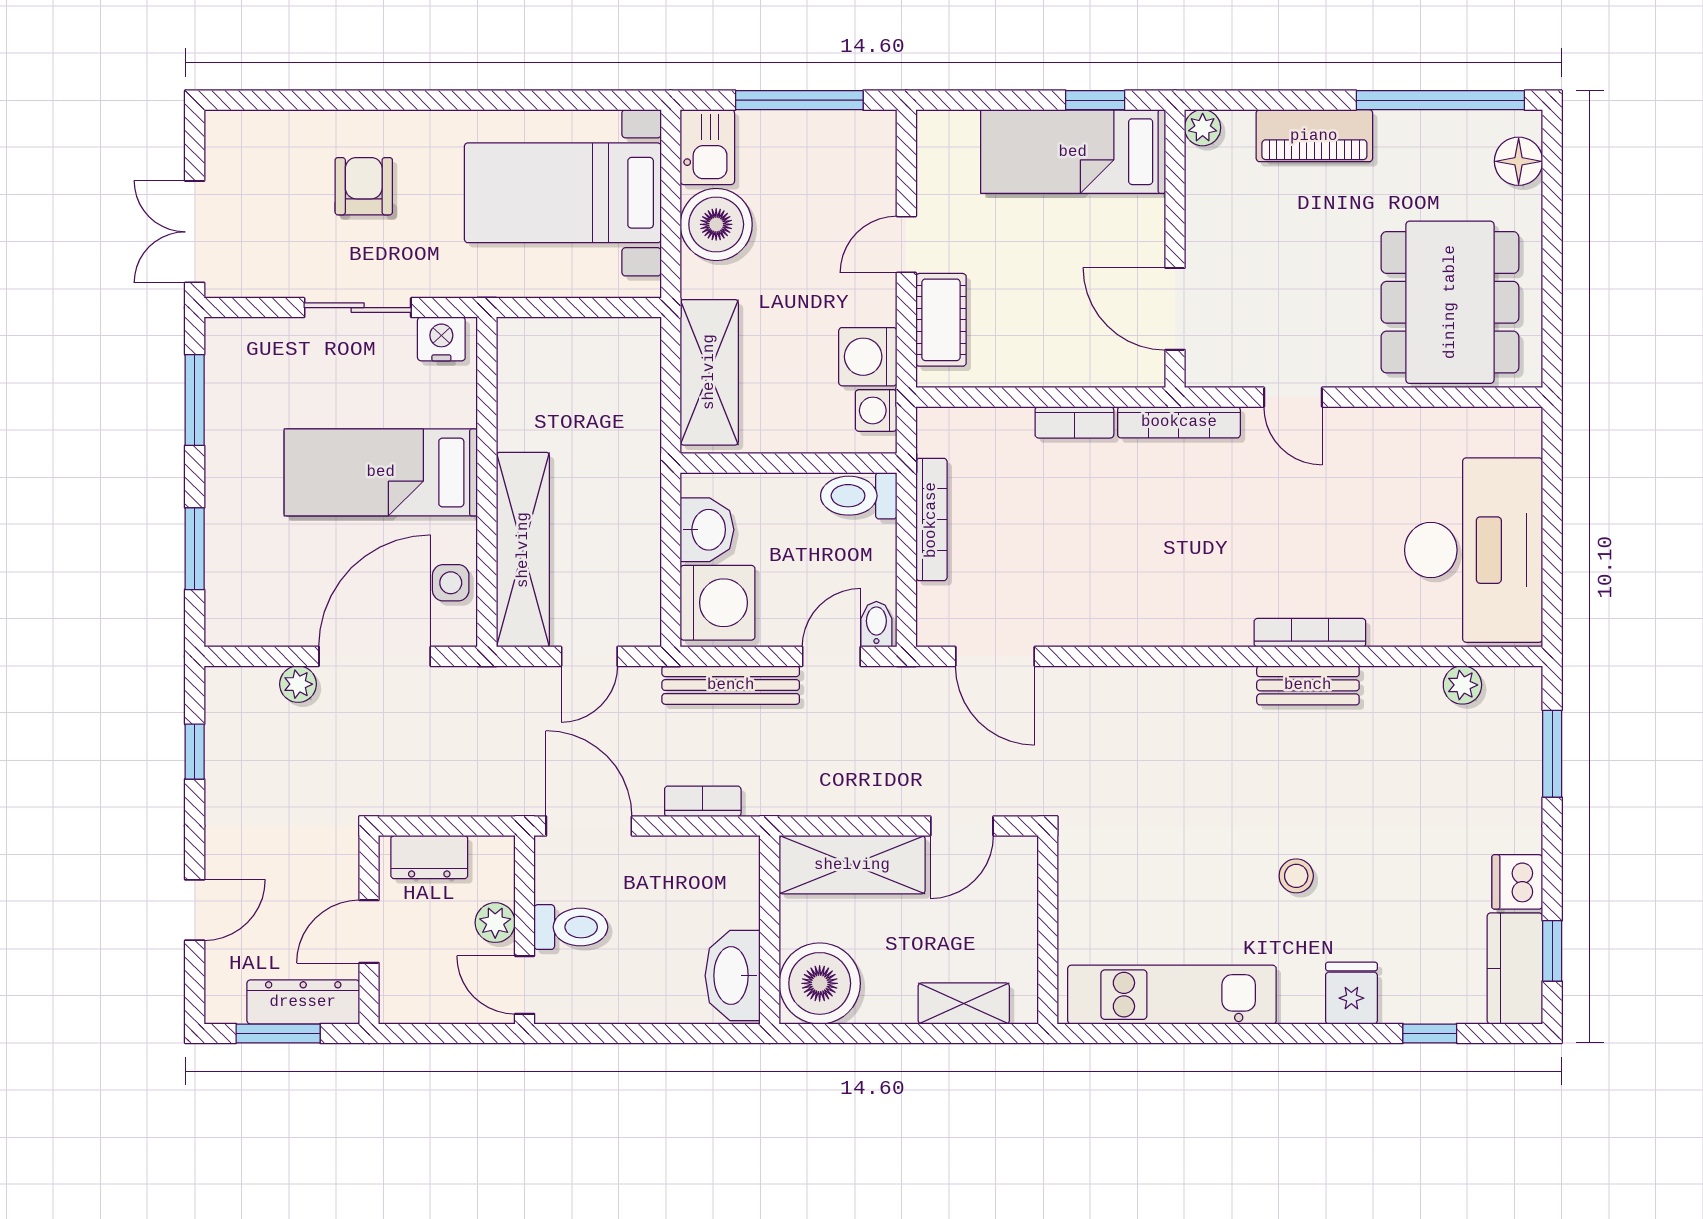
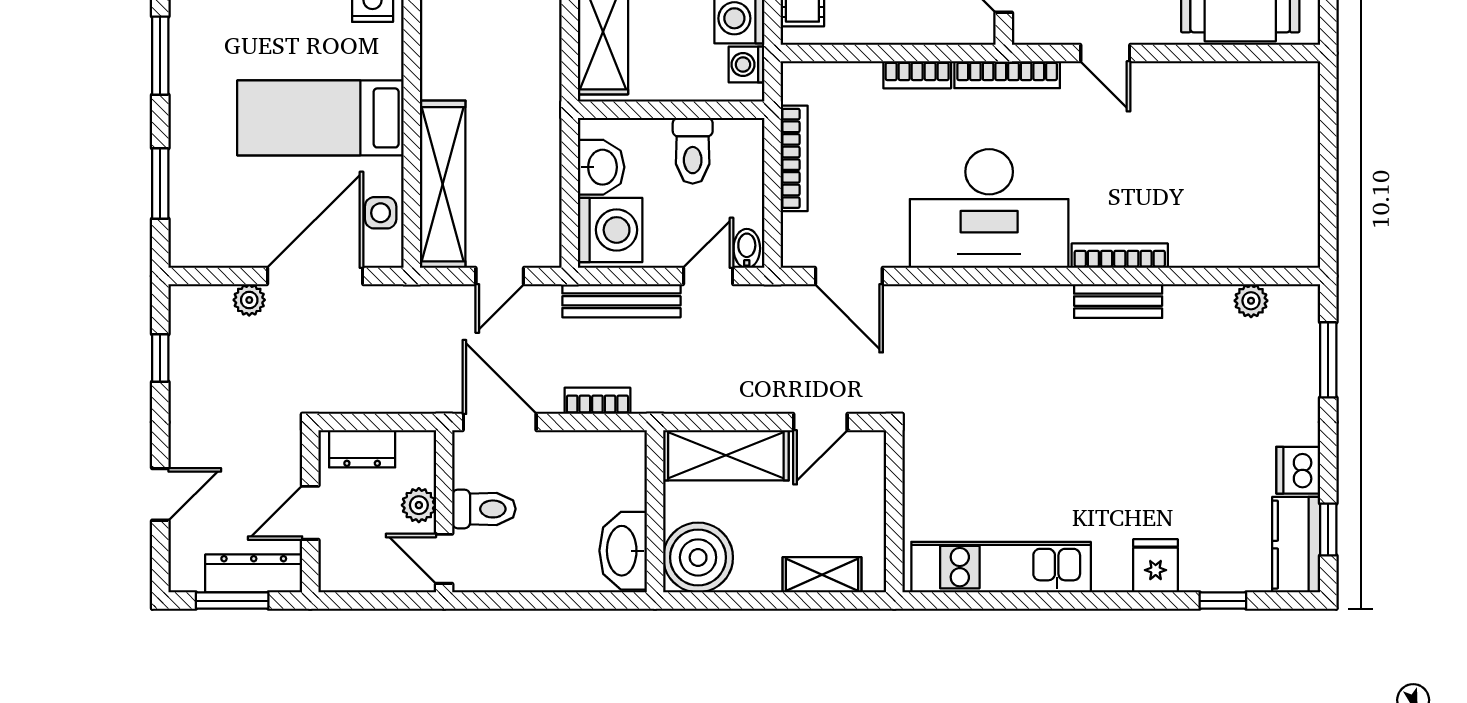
toilet: (859, 496) -> (693, 151), moved, turned -90
desk: (1474, 550) -> (989, 209), moved, turned 90
stool: (1296, 876) -> (1108, 465), removed

